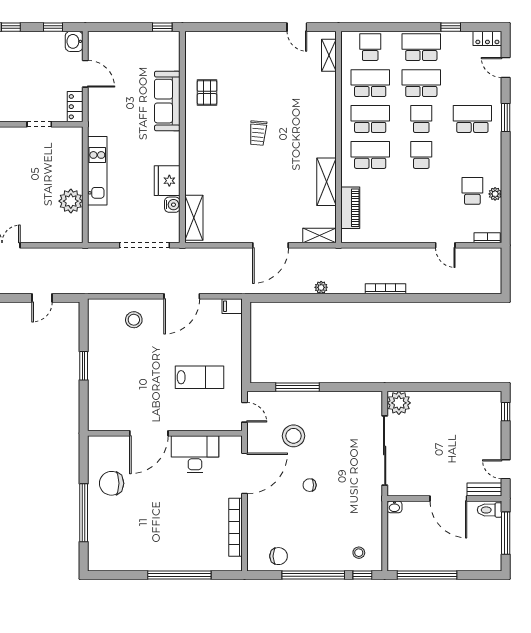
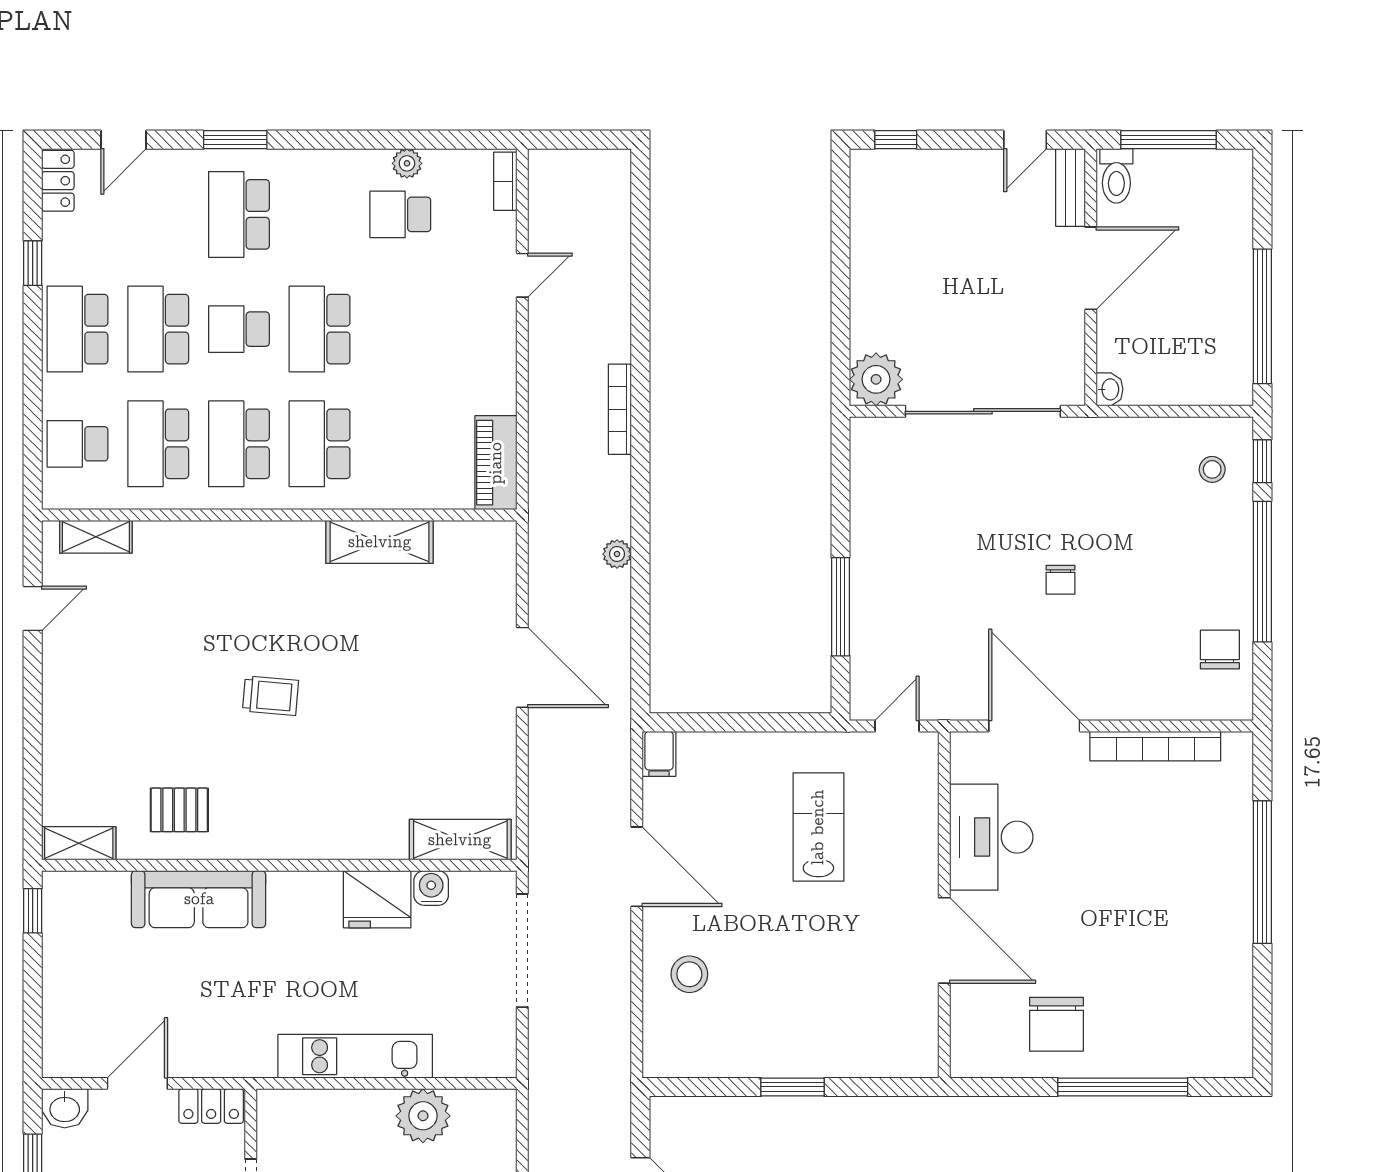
school desk: (421, 155) -> (320, 329), width x1.85
piano: (350, 208) -> (496, 463), moved, turned -90
shelving: (320, 235) -> (79, 843), moved, turned 90
stool: (293, 436) -> (950, 616), removed

